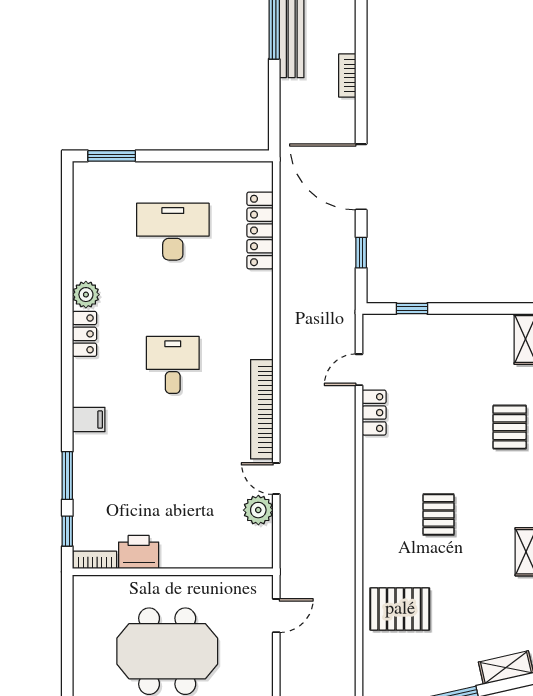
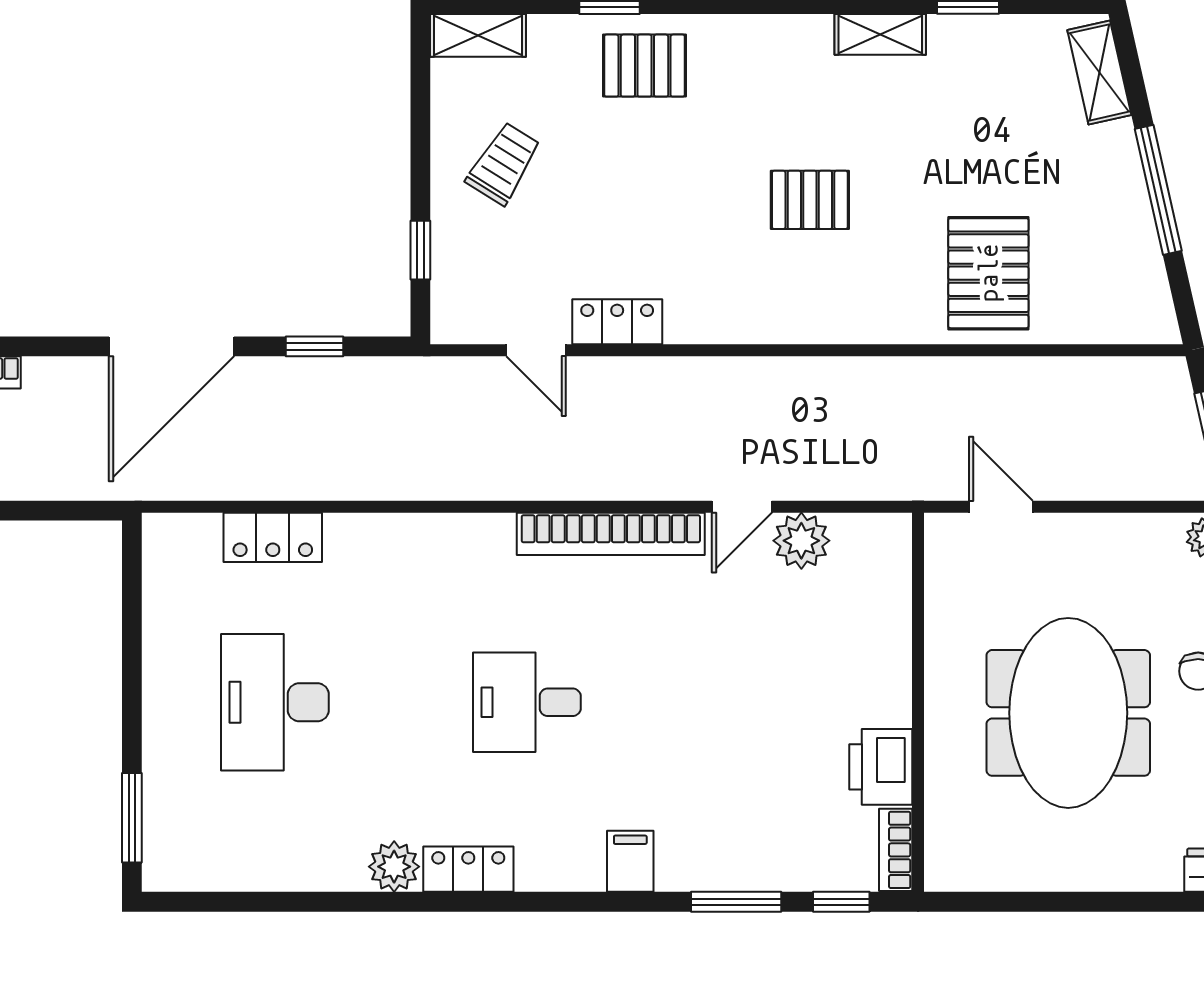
locker: (260, 230) -> (273, 537), width x0.66
trolley: (458, 352) -> (503, 164), added

